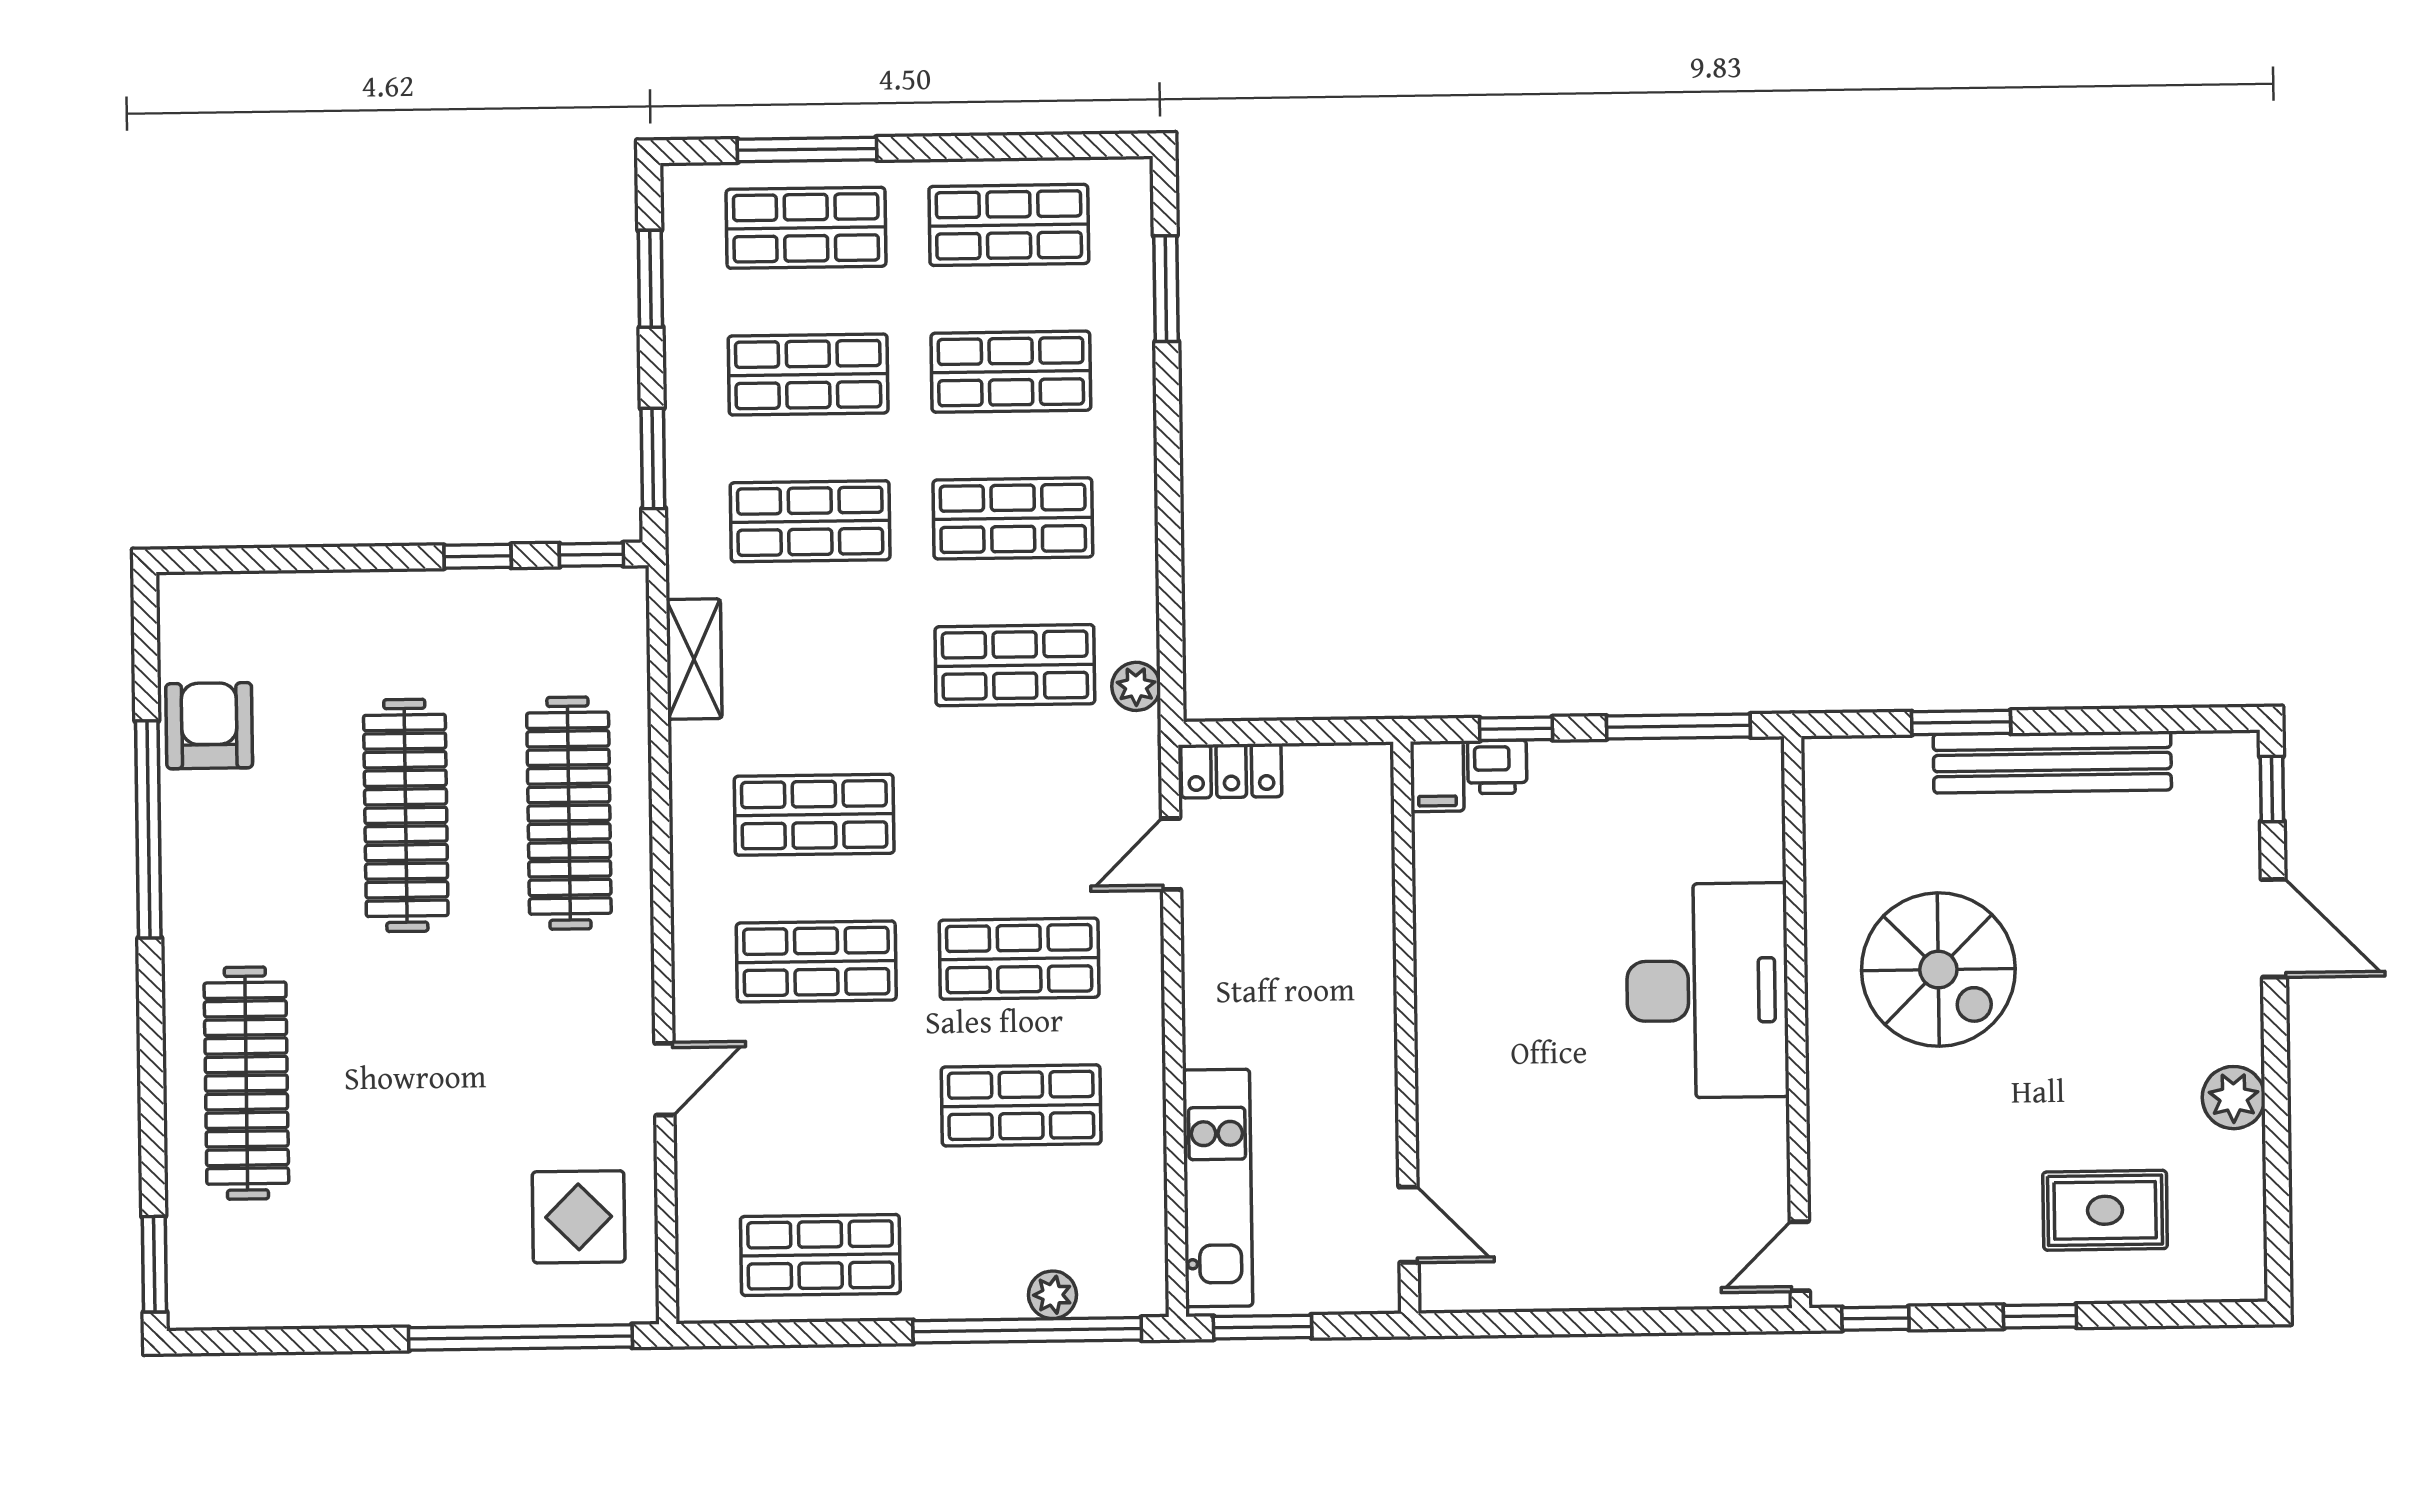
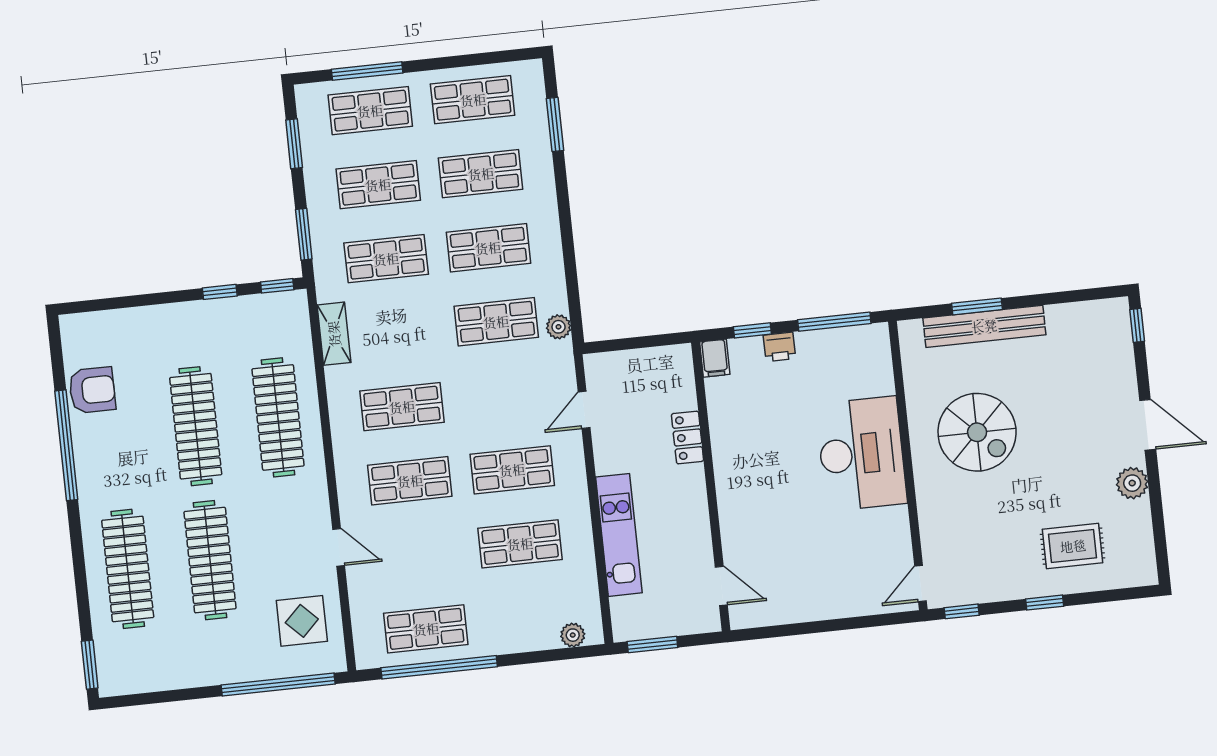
armchair: (209, 726) -> (92, 390), turned 90
bench: (2052, 762) -> (984, 326), moved
printer: (1497, 767) -> (779, 347), moved
locker: (1231, 771) -> (688, 437), moved, turned 90
door: (2274, 928) -> (1148, 425), moved
door: (664, 1079) -> (339, 547), hinge flipped
clothes rail: (410, 1081) -> (210, 560), added
kitchen unit: (1218, 1188) -> (619, 535), moved
plant: (1052, 1295) -> (573, 635), moved
window: (1027, 1330) -> (439, 667), moved

